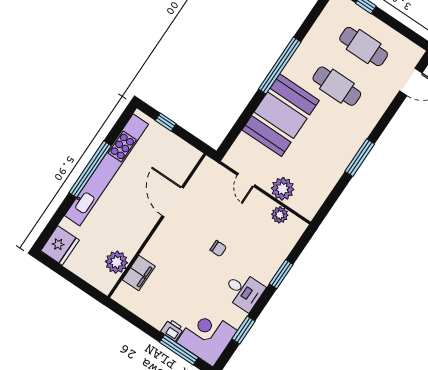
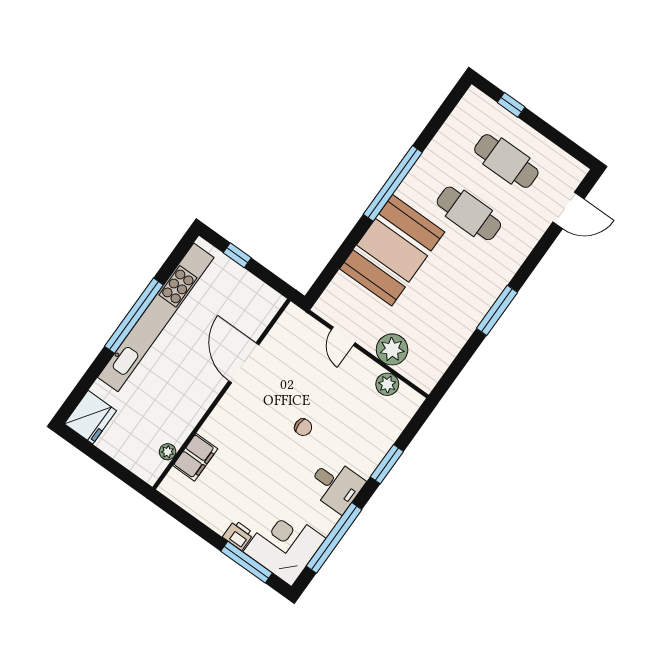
plant: (117, 262) -> (168, 452), width x0.53, depth x0.53
window: (243, 330) -> (334, 538), width x2.11

